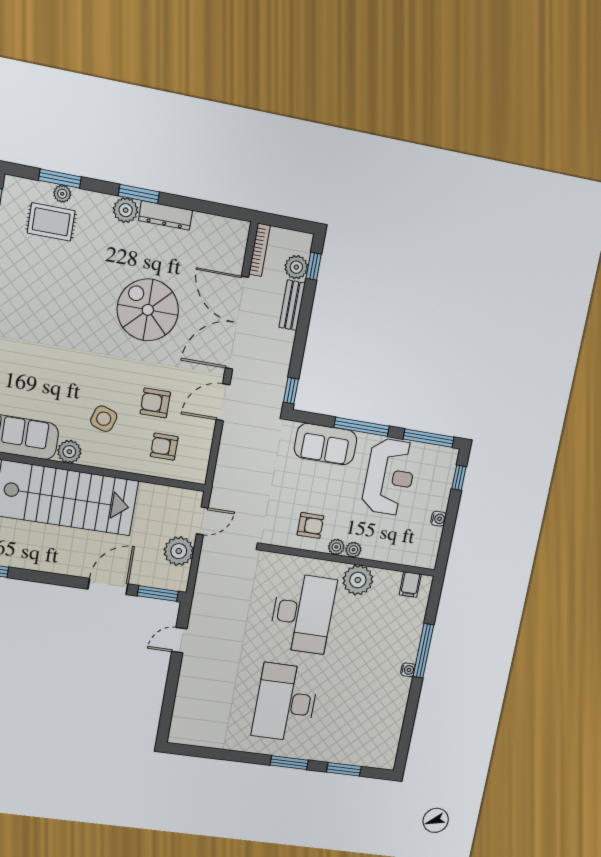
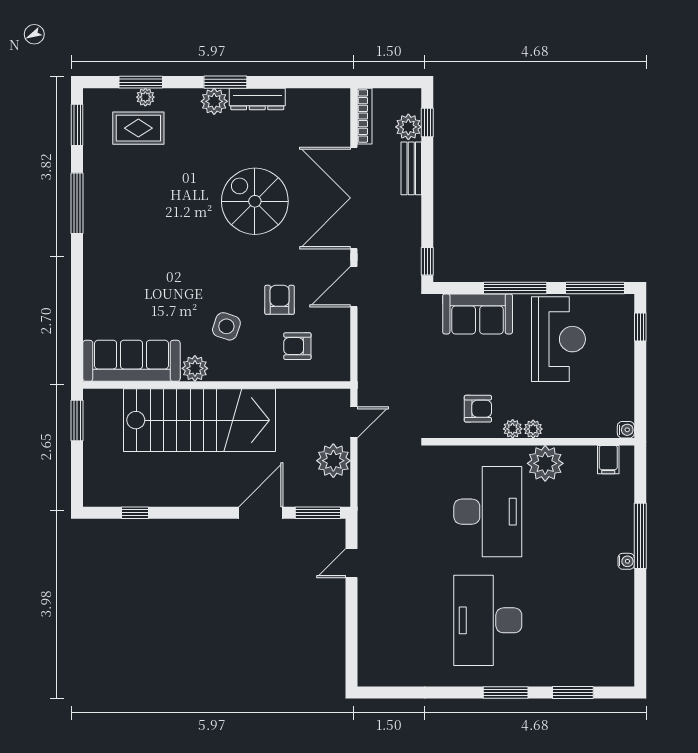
armchair: (155, 403) -> (280, 300), turned 90
water cooler: (438, 519) -> (626, 430), moved

